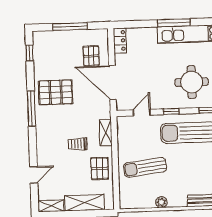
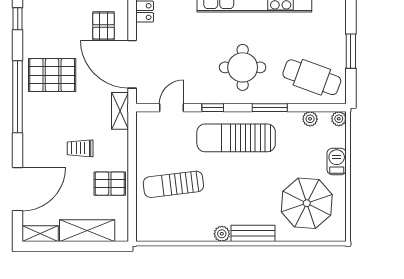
window: (31, 109) -> (18, 97), width x1.46
shelving: (106, 132) -> (120, 111), moved
pallet: (100, 168) -> (110, 184), turned 90
door: (34, 175) -> (18, 189), width x1.87
plant: (161, 202) -> (222, 234), moved

